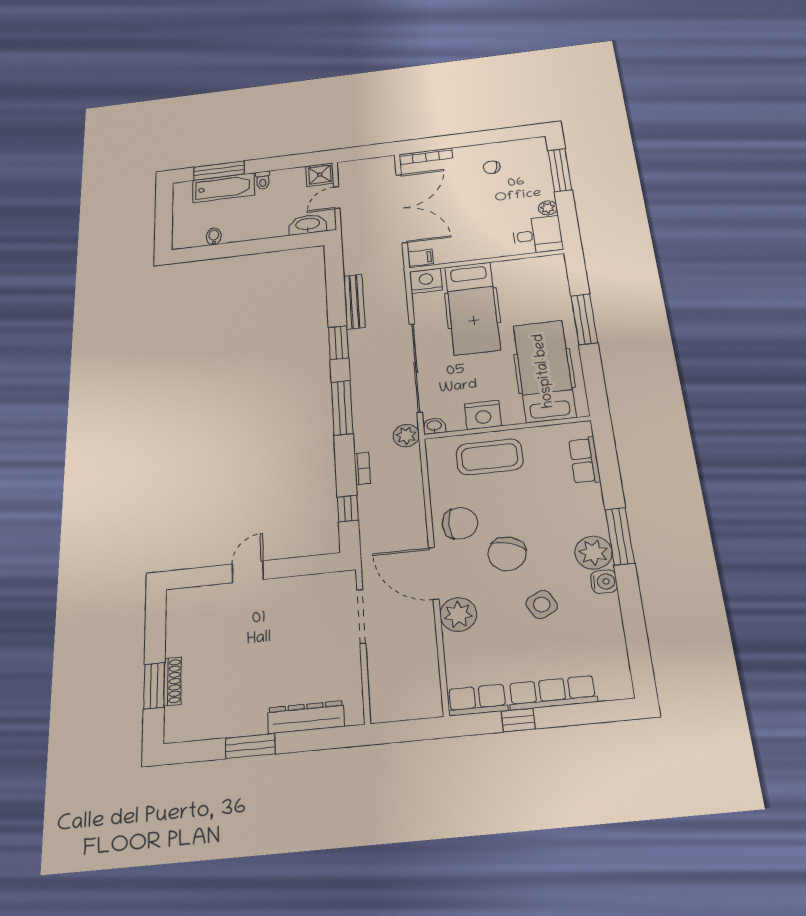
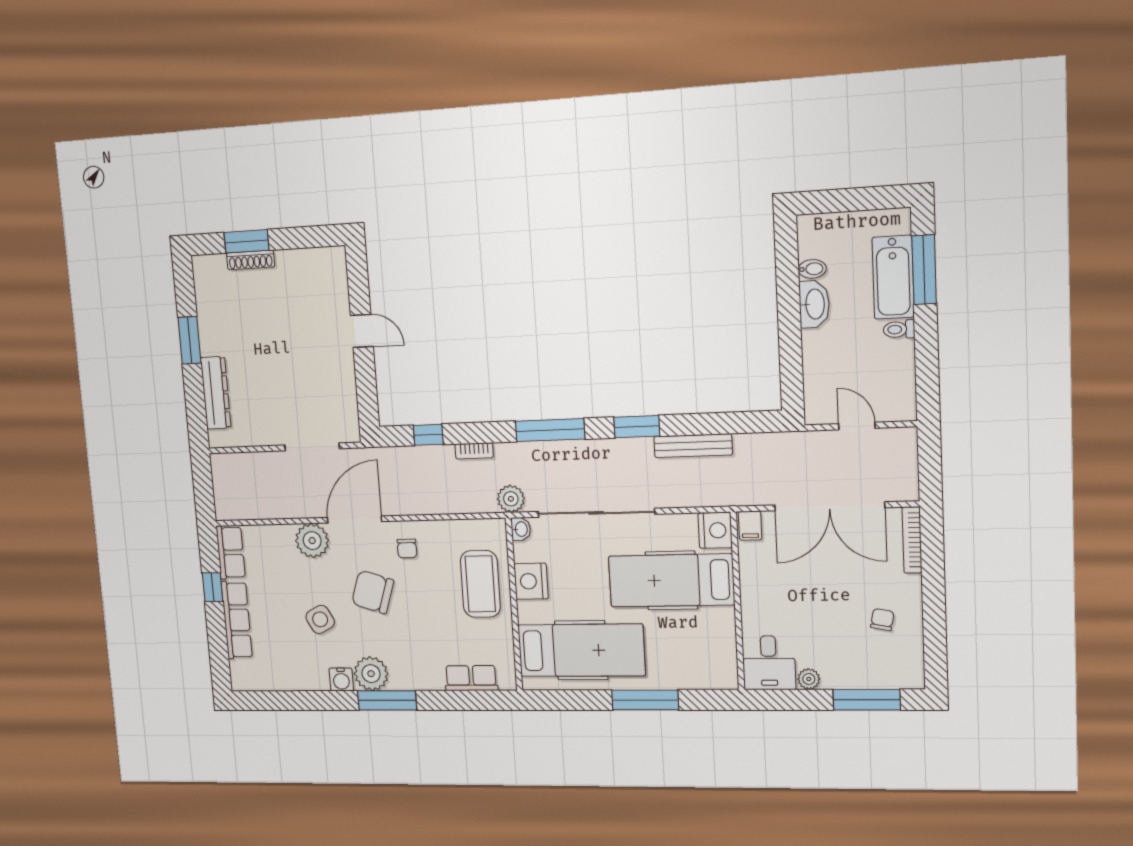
shower: (320, 175) -> (899, 404), removed
washbasin: (308, 224) -> (814, 304), moved
chair: (460, 523) -> (407, 548), width x0.54, depth x0.54

